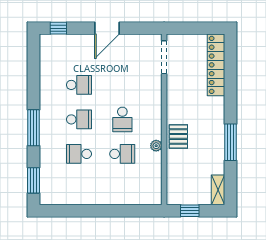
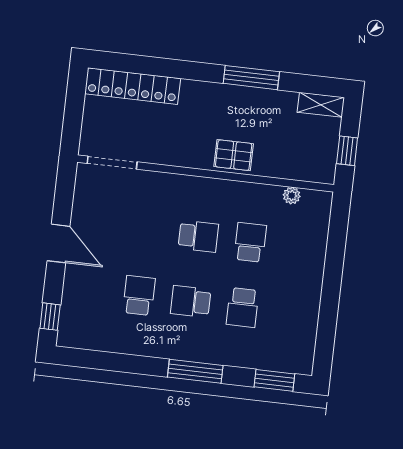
school desk: (79, 119) -> (191, 301), turned -90
plant: (156, 146) -> (292, 196), moved

